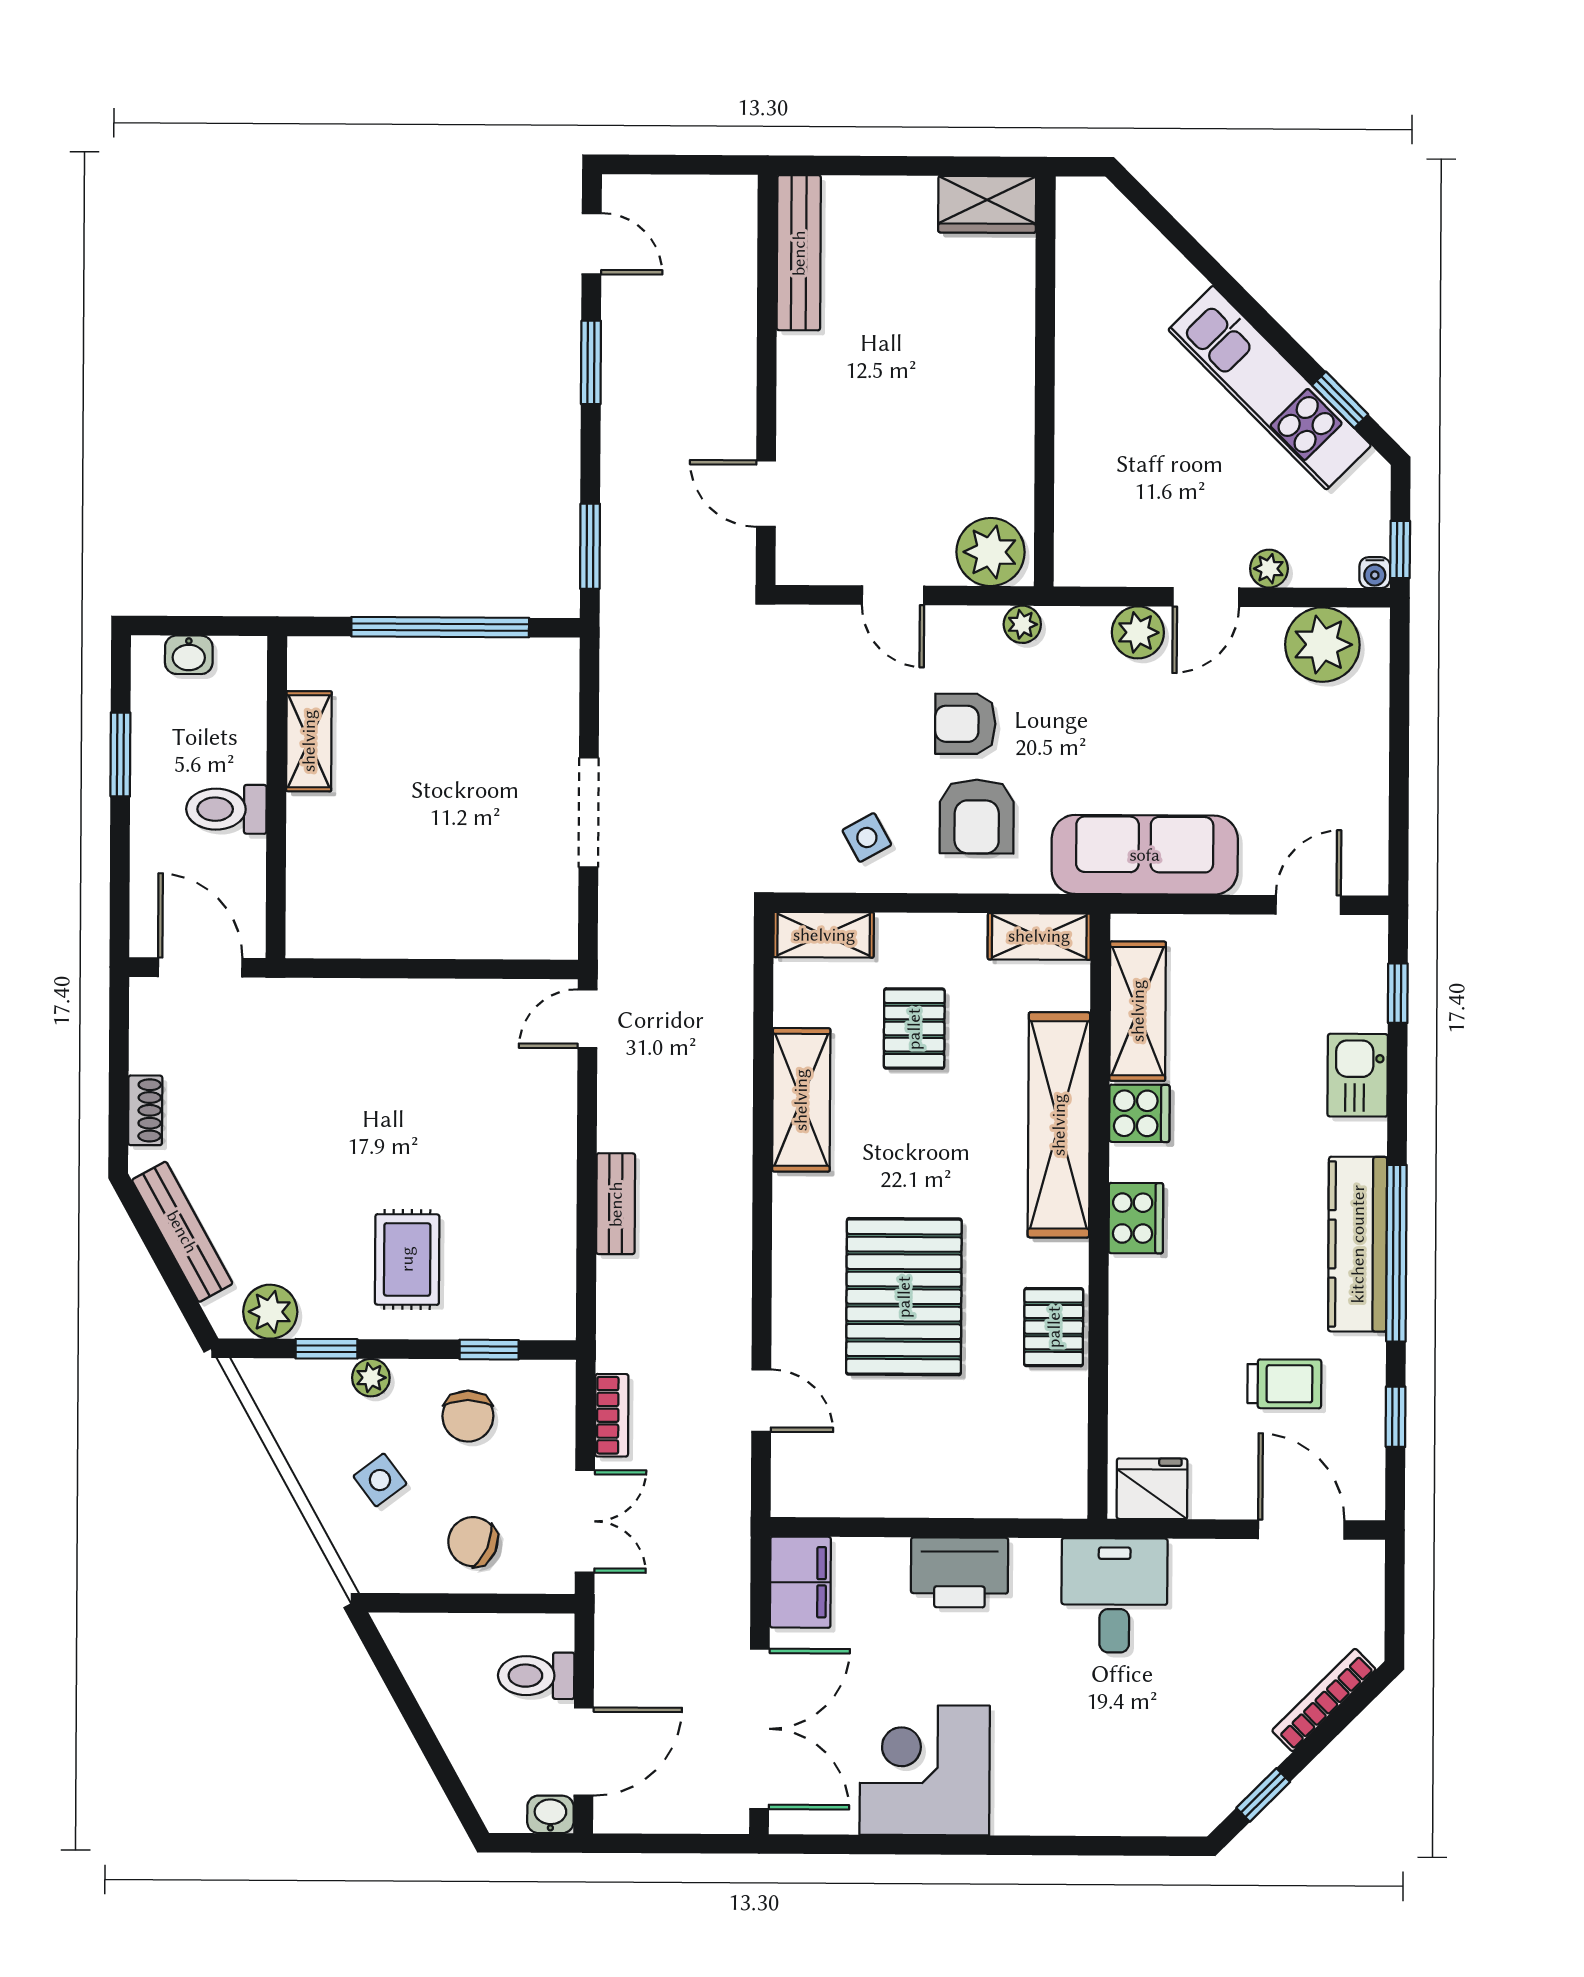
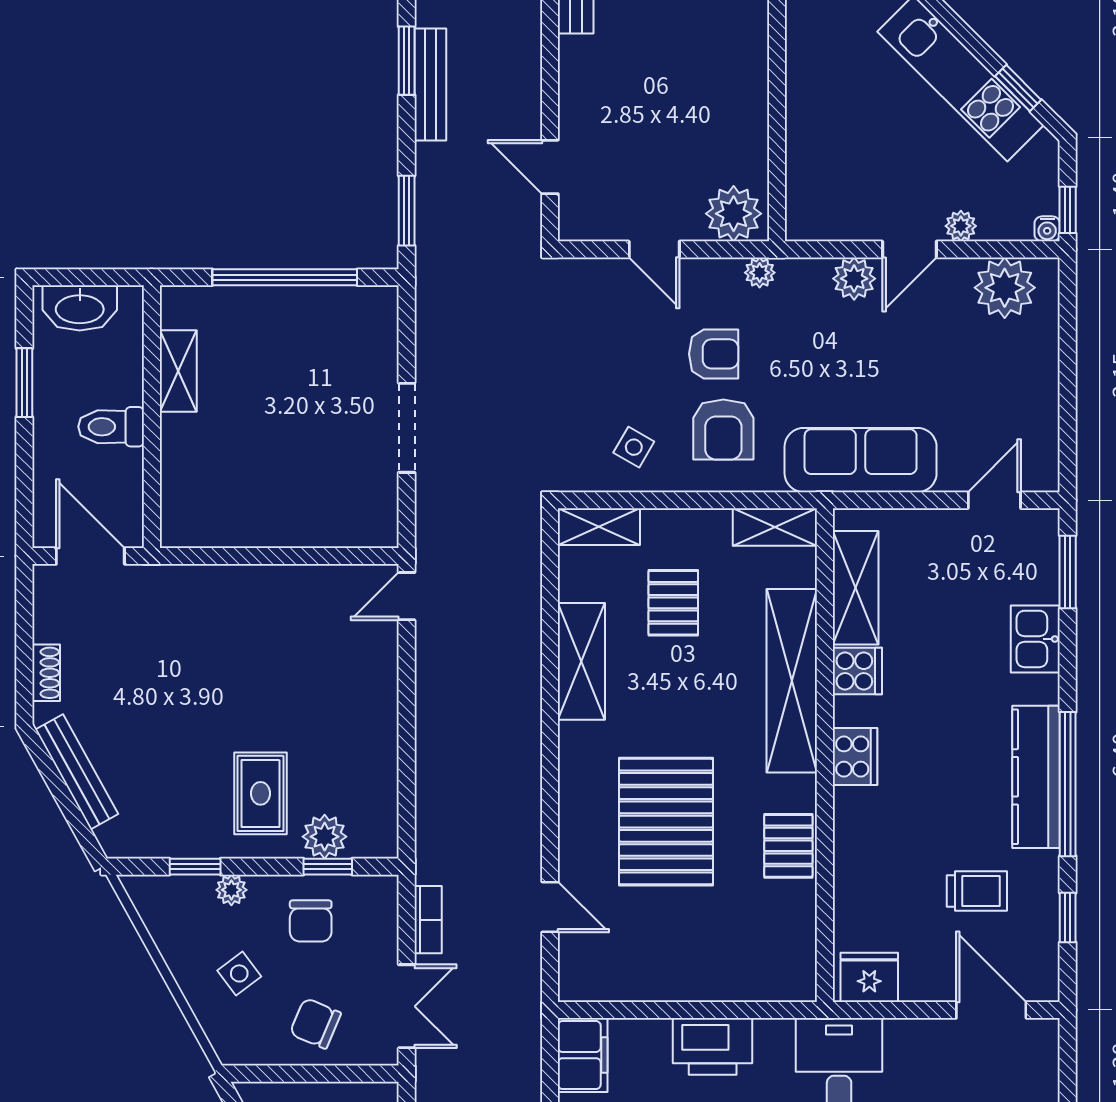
washbasin: (189, 655) -> (80, 308), width x1.91, depth x1.45
armchair: (965, 724) -> (714, 354), turned 180
side table: (867, 838) -> (634, 447), turned -31
window: (1398, 993) -> (1068, 572), width x1.50
bench: (616, 1204) -> (430, 84), moved, width x1.36
plant: (270, 1312) -> (325, 837), moved

